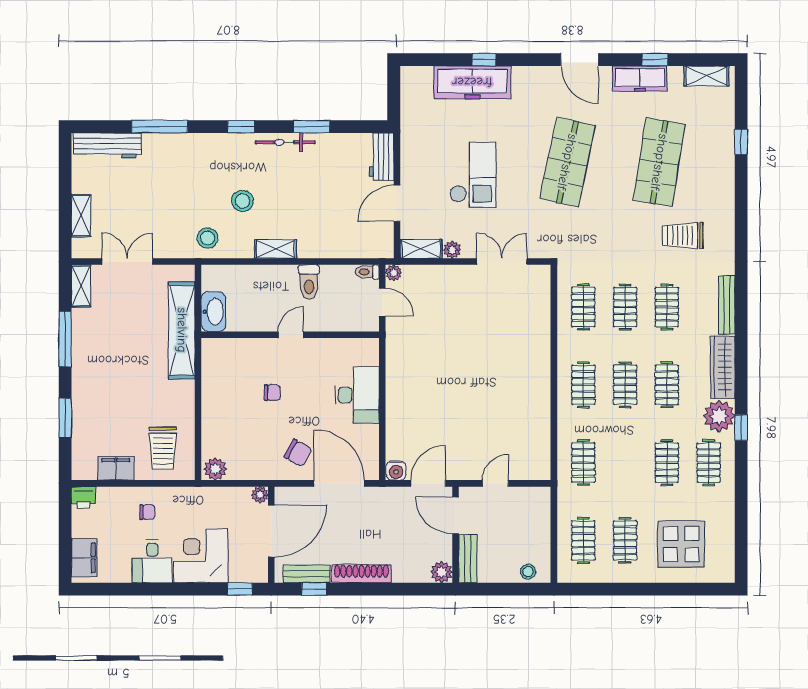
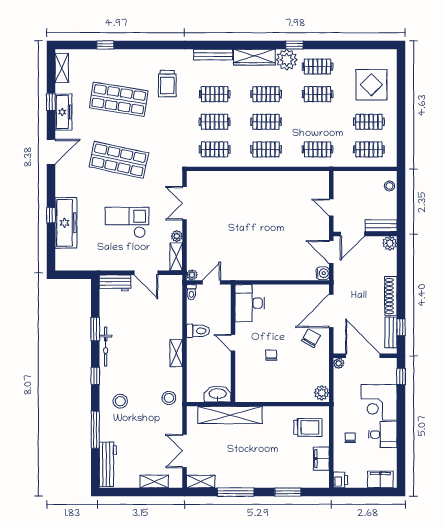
stool: (243, 201) -> (120, 401), moved
desk: (357, 395) -> (250, 303), moved, turned -90

